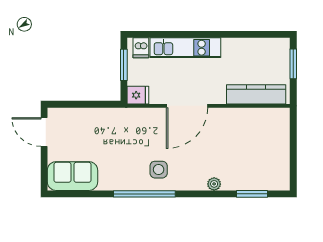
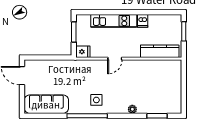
dishwasher: (141, 48) -> (143, 21), moved
door: (187, 106) -> (115, 59), width x0.53
sofa: (72, 176) -> (46, 104), width x1.36

